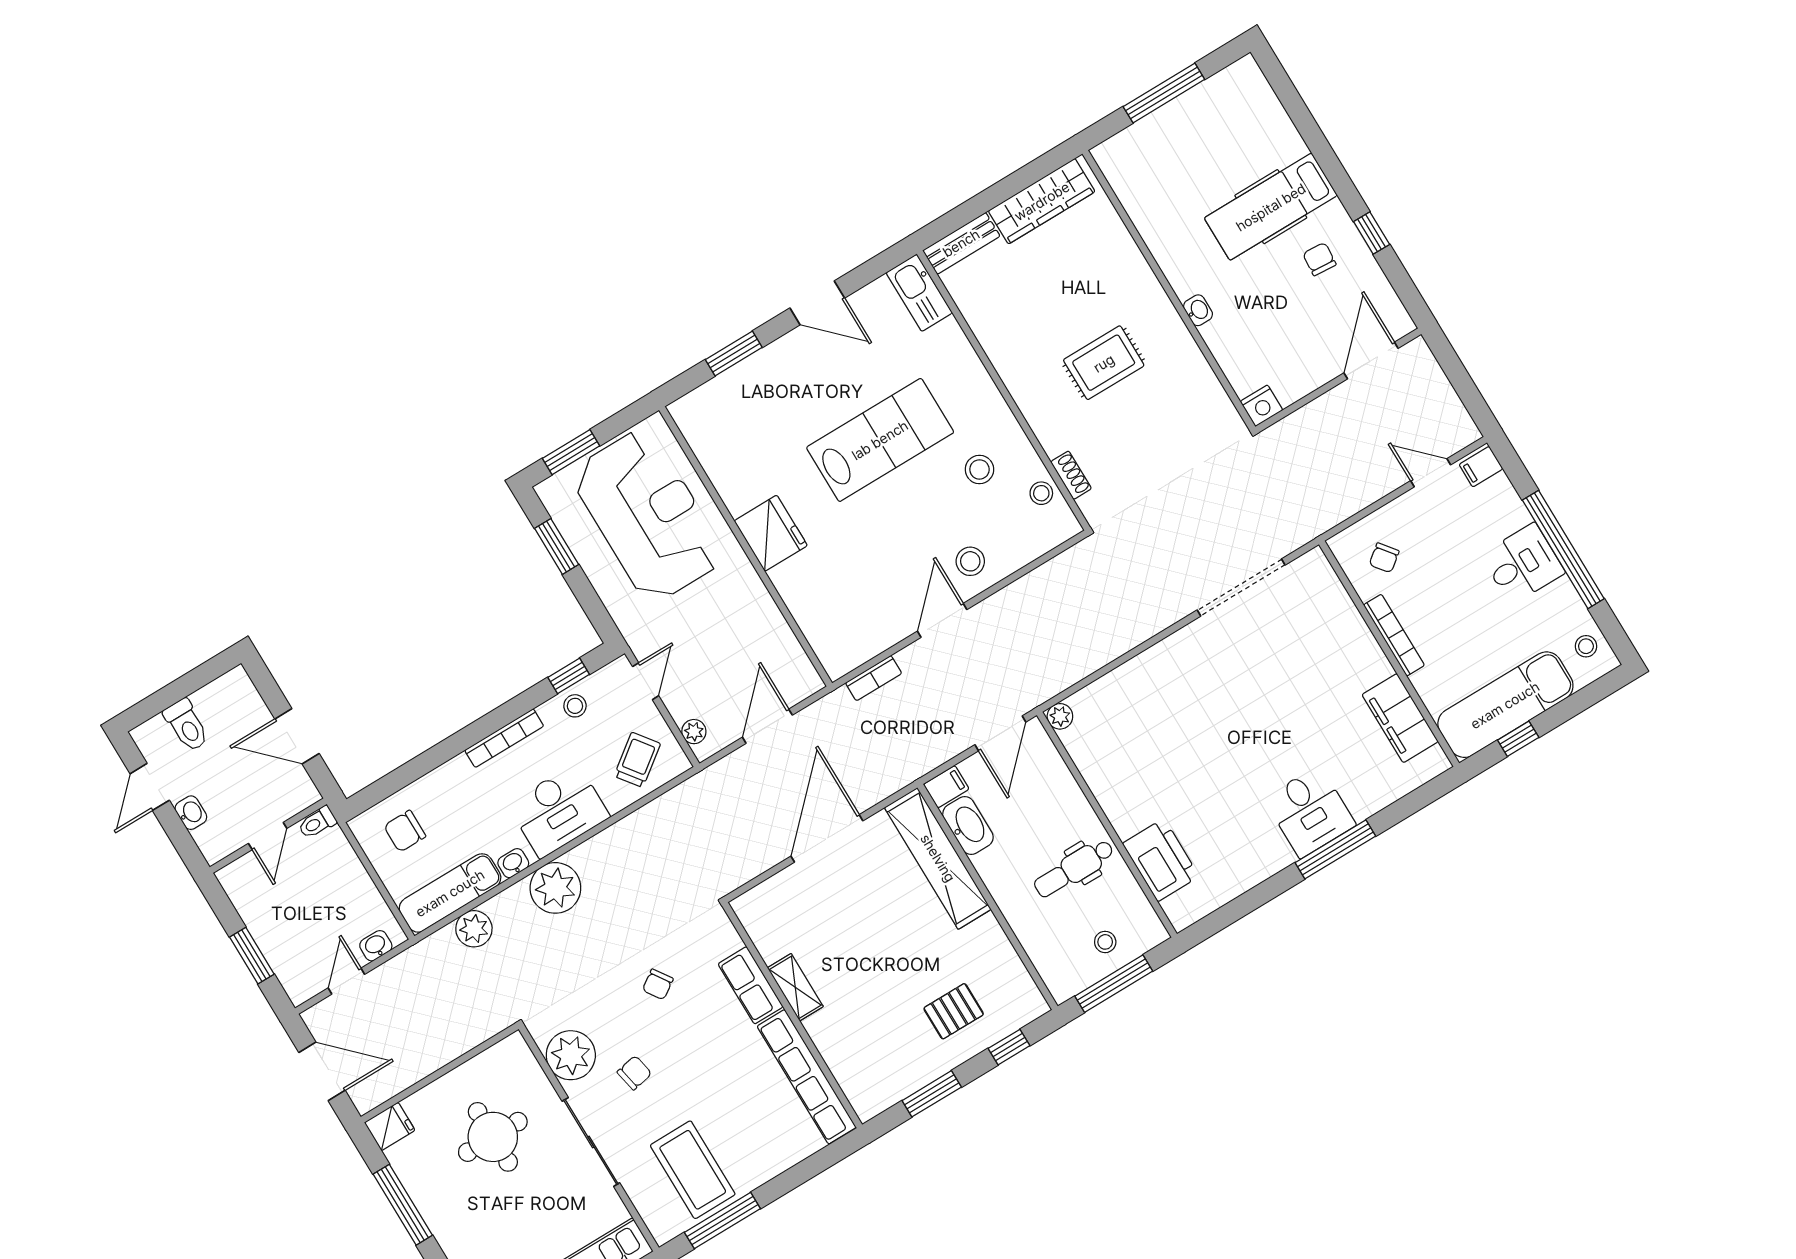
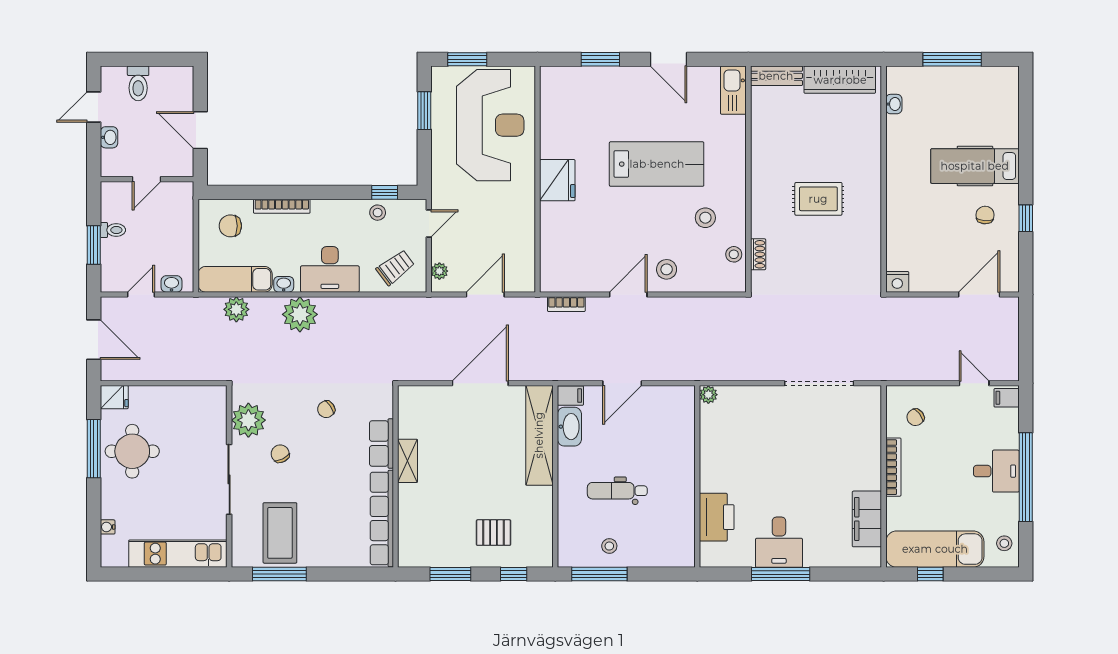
washbasin: (1198, 310) -> (894, 104), moved
plant: (1060, 716) -> (708, 395), moved
bookcase: (504, 738) -> (282, 206), moved
toilet: (317, 823) -> (113, 230), moved, turned 180
wall: (1107, 825) -> (697, 476), moved
printer: (1161, 860) -> (717, 517), moved
chair: (634, 1073) -> (280, 454), turned -105
round table: (493, 1137) -> (132, 451), moved

